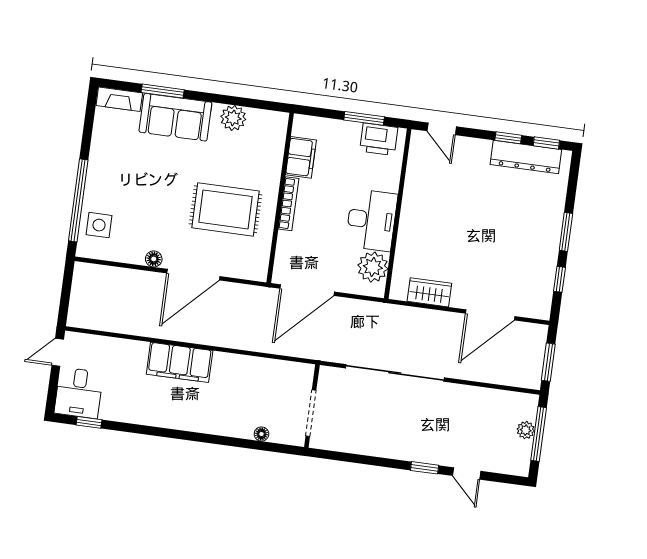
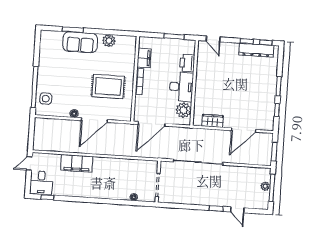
fireplace: (119, 99) -> (51, 35), removed
printer: (379, 139) -> (187, 63), moved, turned 90
filing cabinet: (180, 362) -> (77, 163), moved

